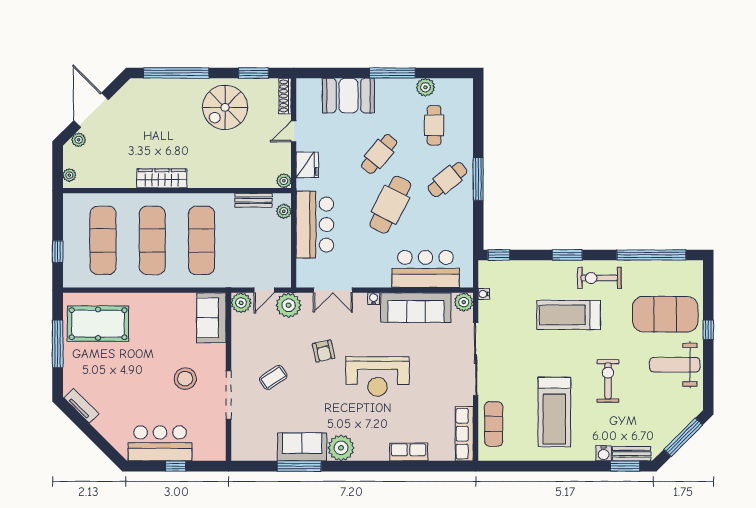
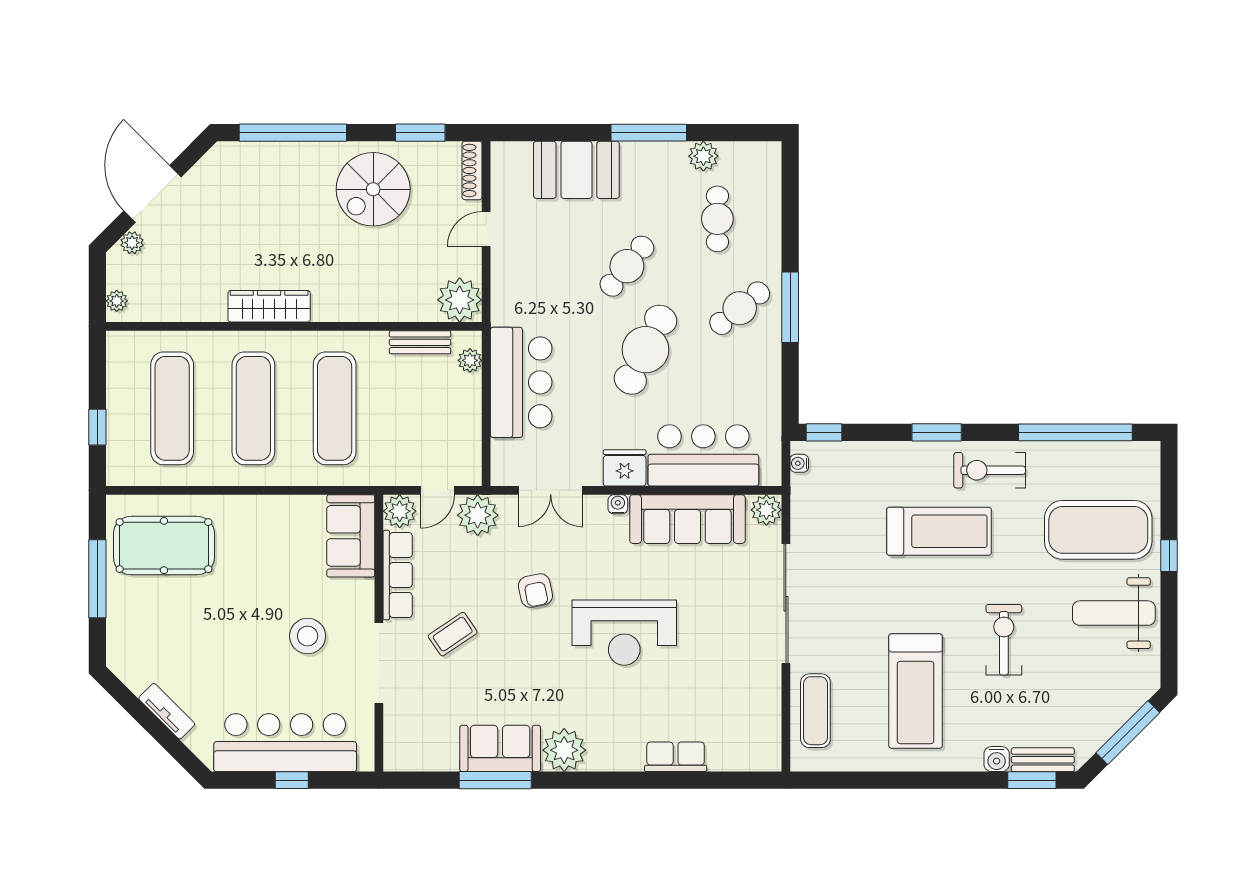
fridge: (307, 165) -> (625, 468), moved, turned -90
plant: (284, 181) -> (460, 300), width x1.87, depth x1.87
water cooler: (484, 294) -> (799, 463), moved
treadmill: (569, 315) -> (939, 531), turned 180
tv unit: (81, 406) -> (167, 711), moved
row of seats: (464, 434) -> (398, 575), moved, turned 180
bar counter: (160, 443) -> (285, 743), width x1.36

